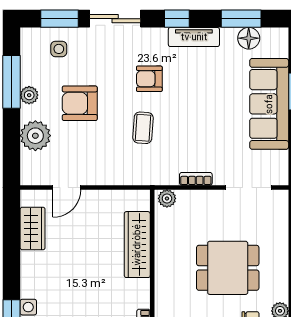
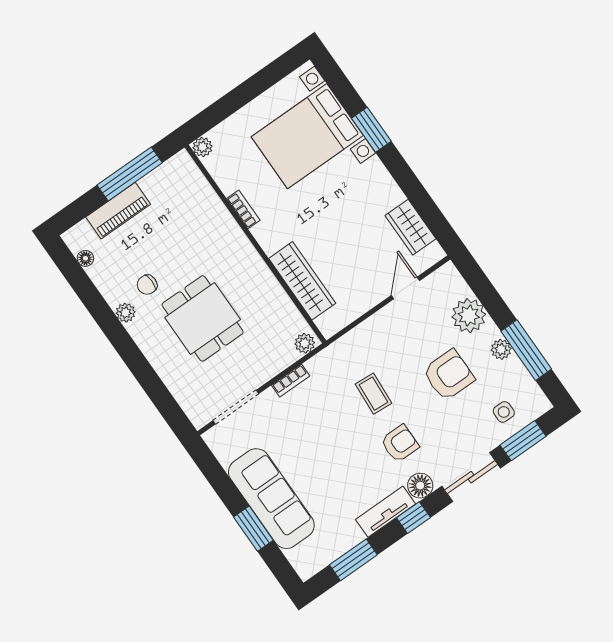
floor lamp: (249, 38) -> (420, 486), moved
dining table: (228, 268) -> (203, 318), turned 90

